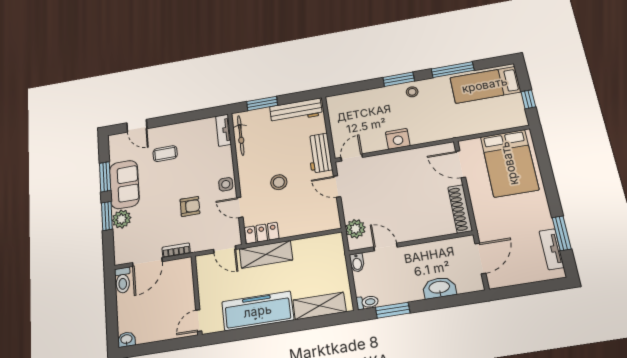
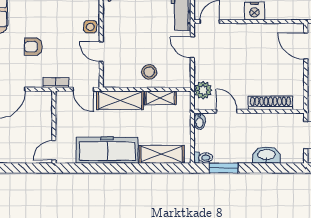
stool: (279, 182) -> (149, 72), moved
armchair: (190, 206) -> (33, 47), moved, turned 180
shoe rack: (460, 209) -> (270, 103), moved, turned 90
locker: (262, 233) -> (119, 80), removed
shelving: (310, 245) -> (160, 98), added
bookcase: (176, 250) -> (56, 83), moved

